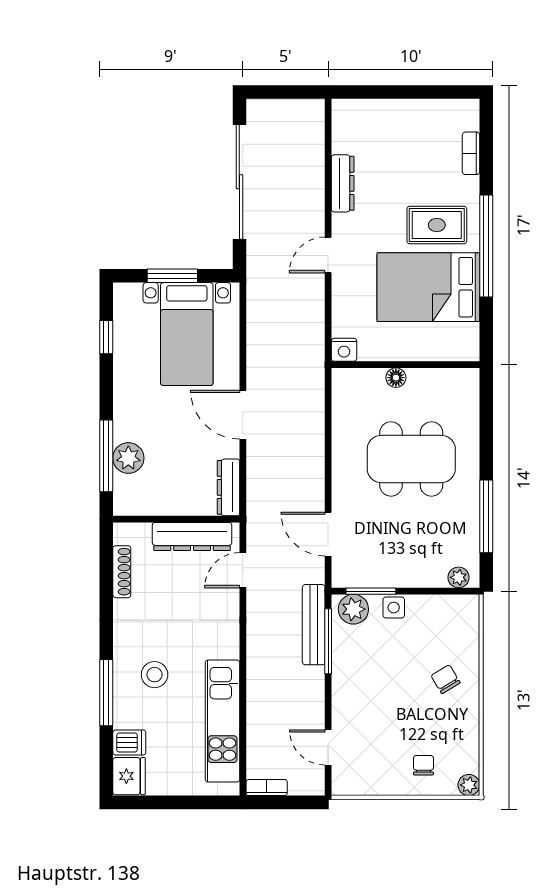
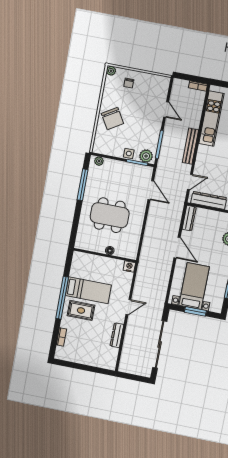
bed: (428, 287) -> (88, 290), width x0.67
bench: (314, 625) -> (190, 146), moved
chair: (446, 679) -> (112, 118), width x1.87, depth x1.87
door: (328, 748) -> (166, 109), moved

